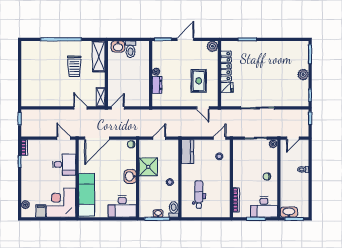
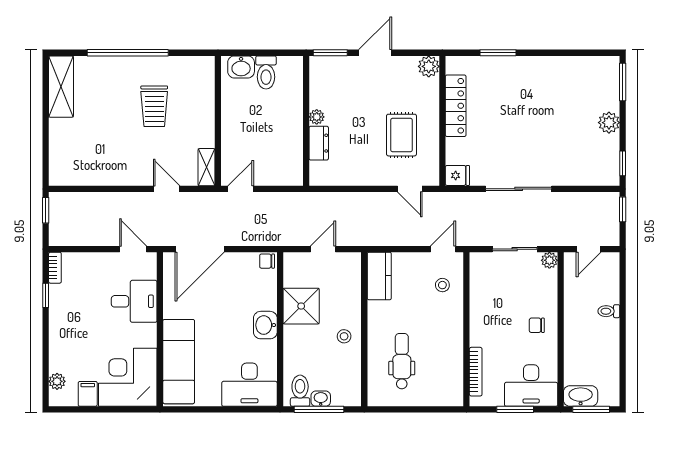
shelving: (99, 56) -> (61, 87), moved
fridge: (227, 88) -> (457, 175), moved
toilet: (174, 209) -> (300, 391), moved

